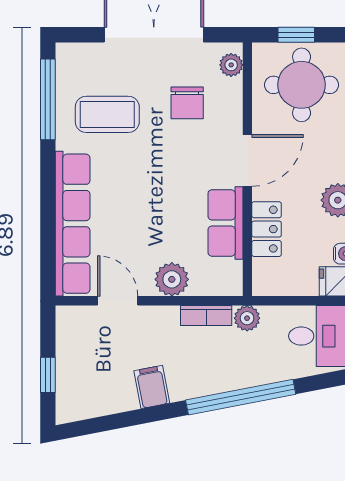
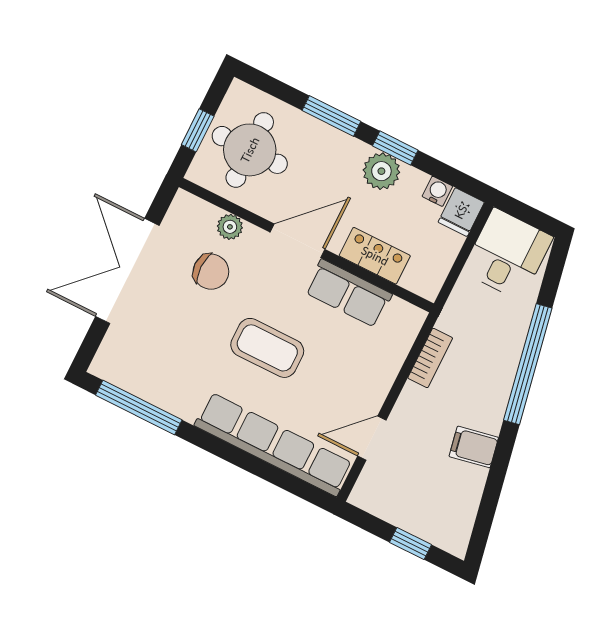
plant: (231, 65) -> (230, 227), moved
coffee table: (107, 114) -> (267, 348), moved, turned 90
door: (247, 160) -> (298, 241), hinge flipped
plant: (172, 279) -> (378, 374), removed
plant: (247, 318) -> (453, 319), removed

